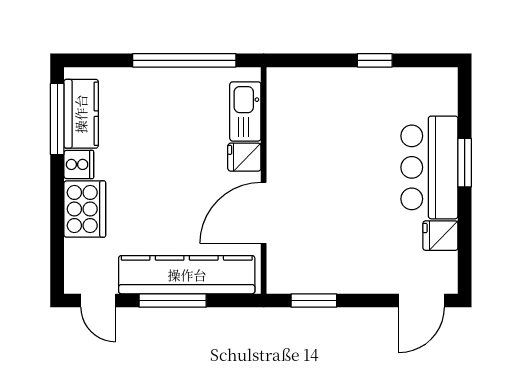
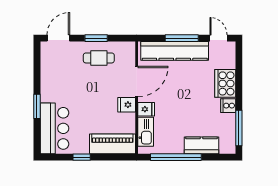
piano: (312, 87) -> (112, 144), added
kitchen counter: (81, 114) -> (202, 145), moved, turned 90
bar counter: (429, 167) -> (54, 128), moved
fridge: (440, 236) -> (127, 105), moved, turned 180
cafe table: (340, 261) -> (99, 58), added
window: (314, 300) -> (96, 38), moved

